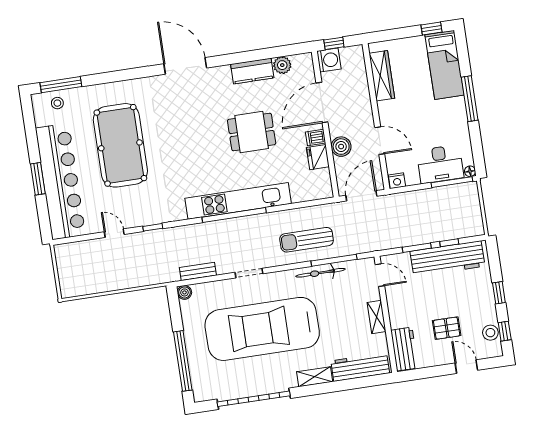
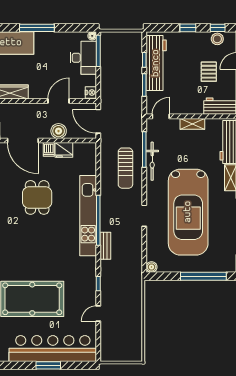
bench: (198, 271) -> (105, 246), moved

